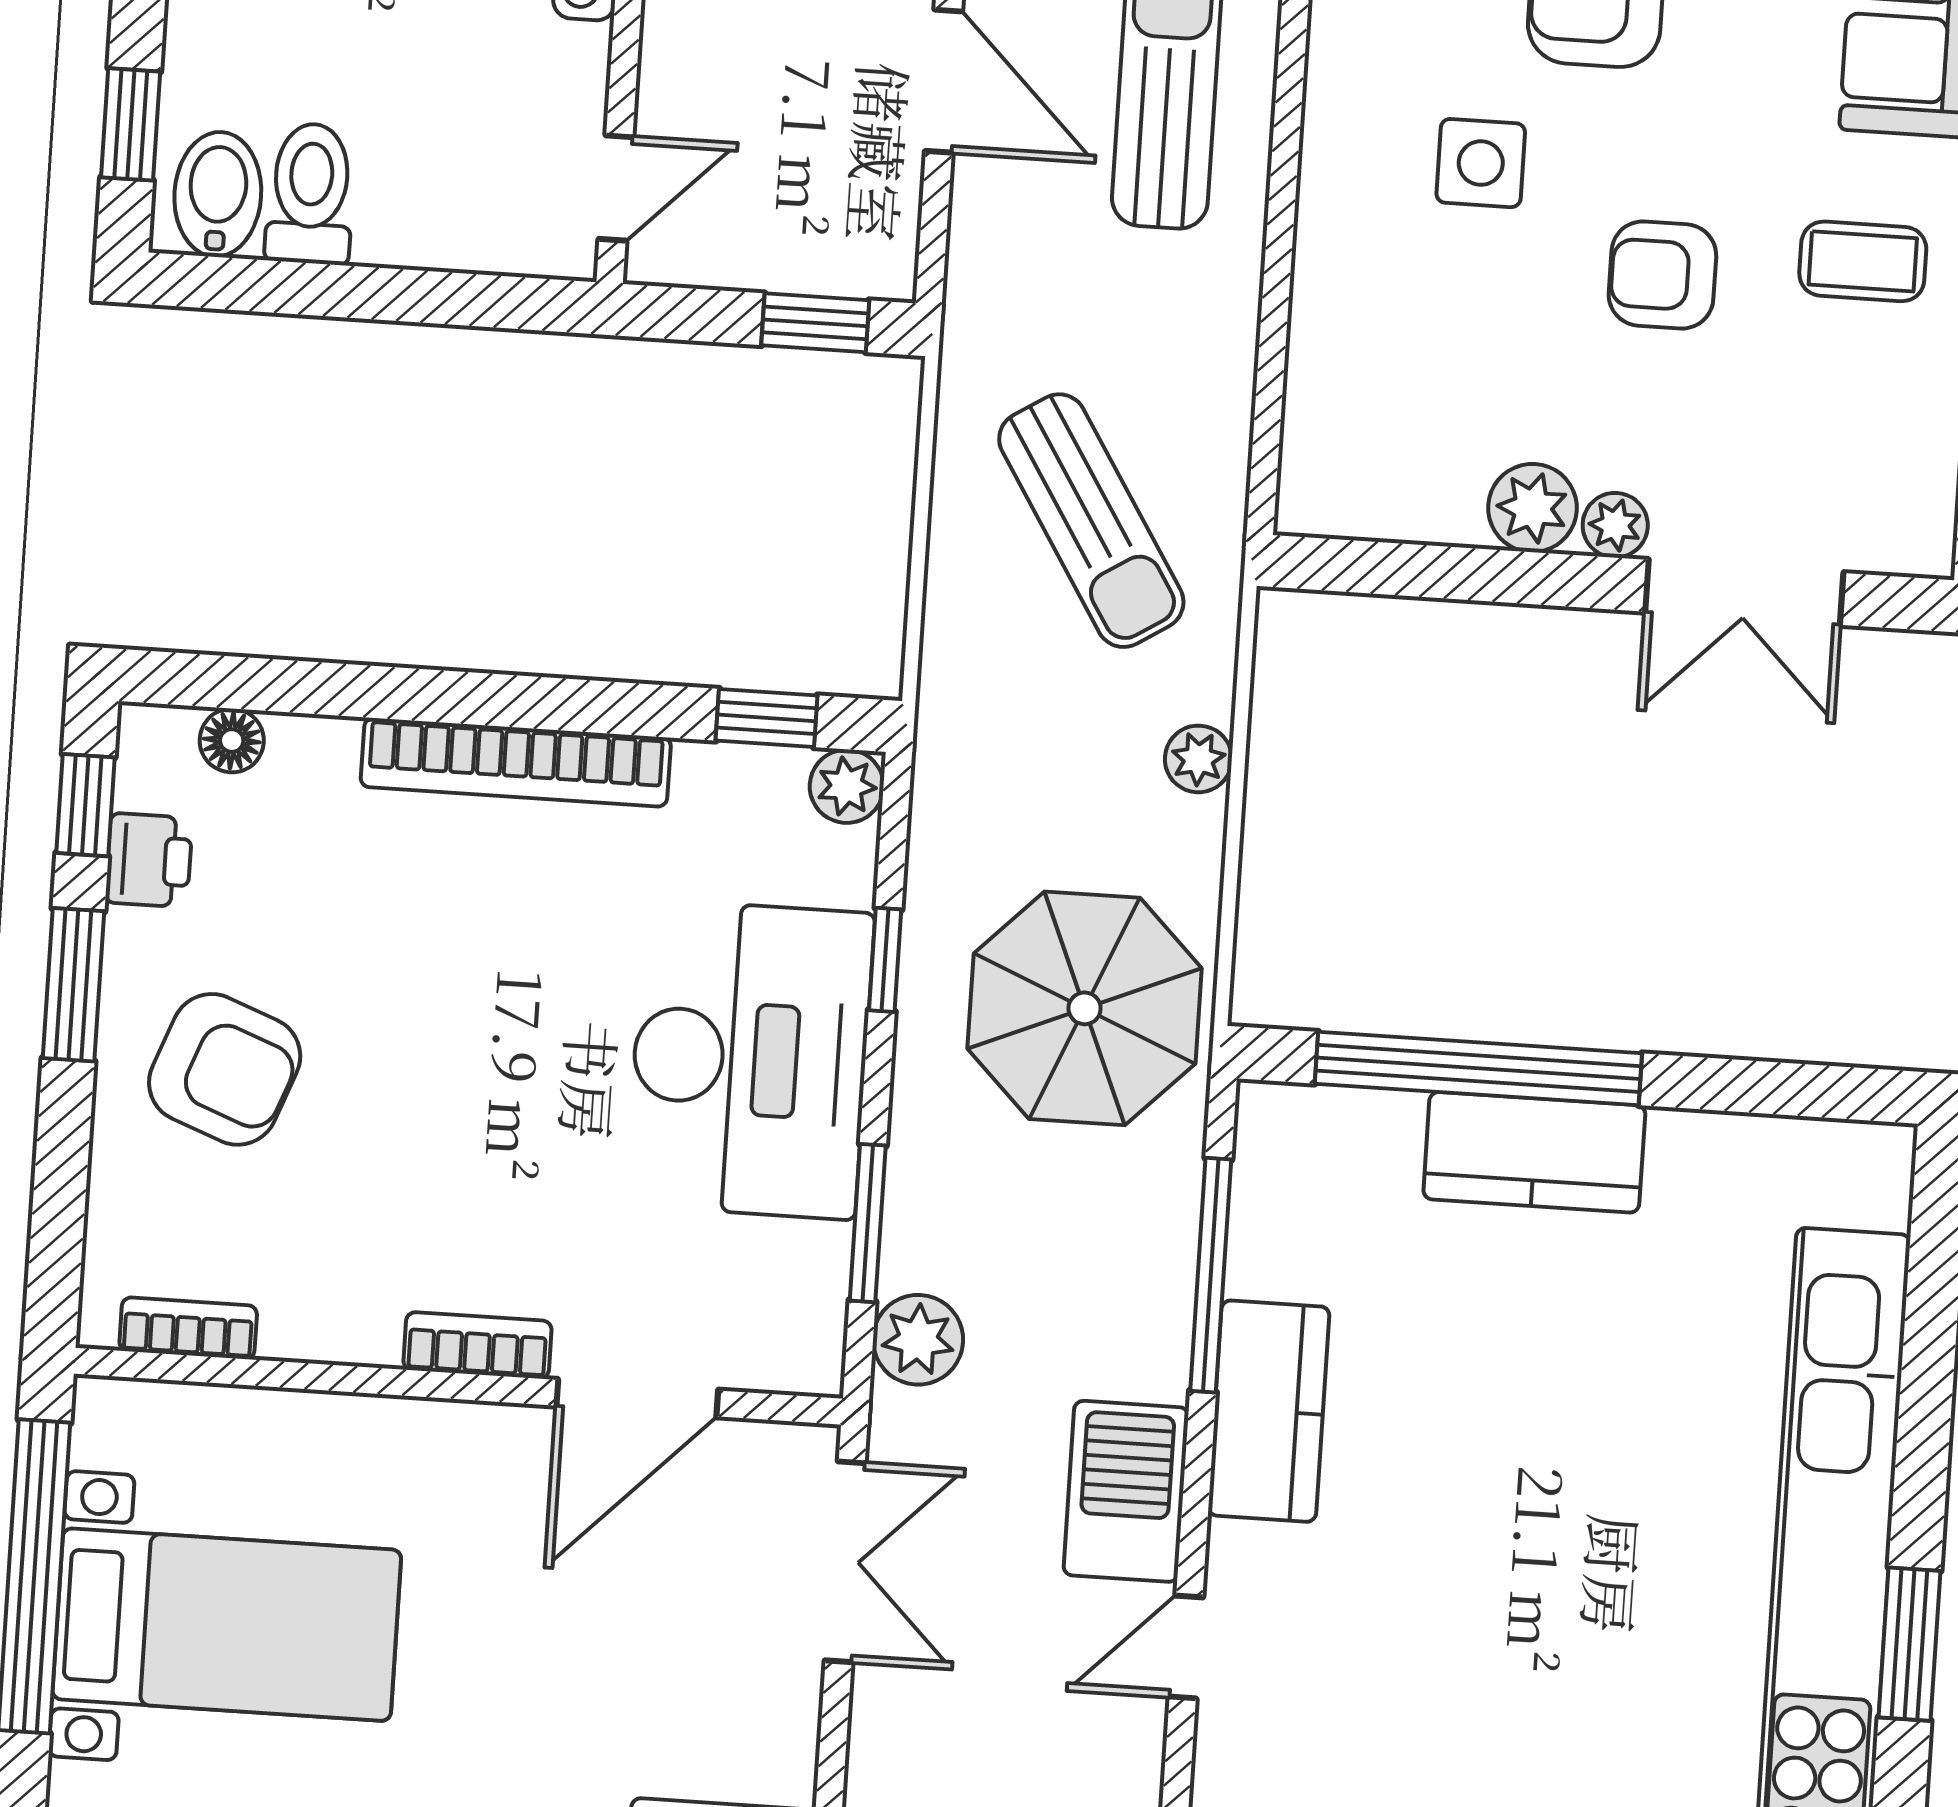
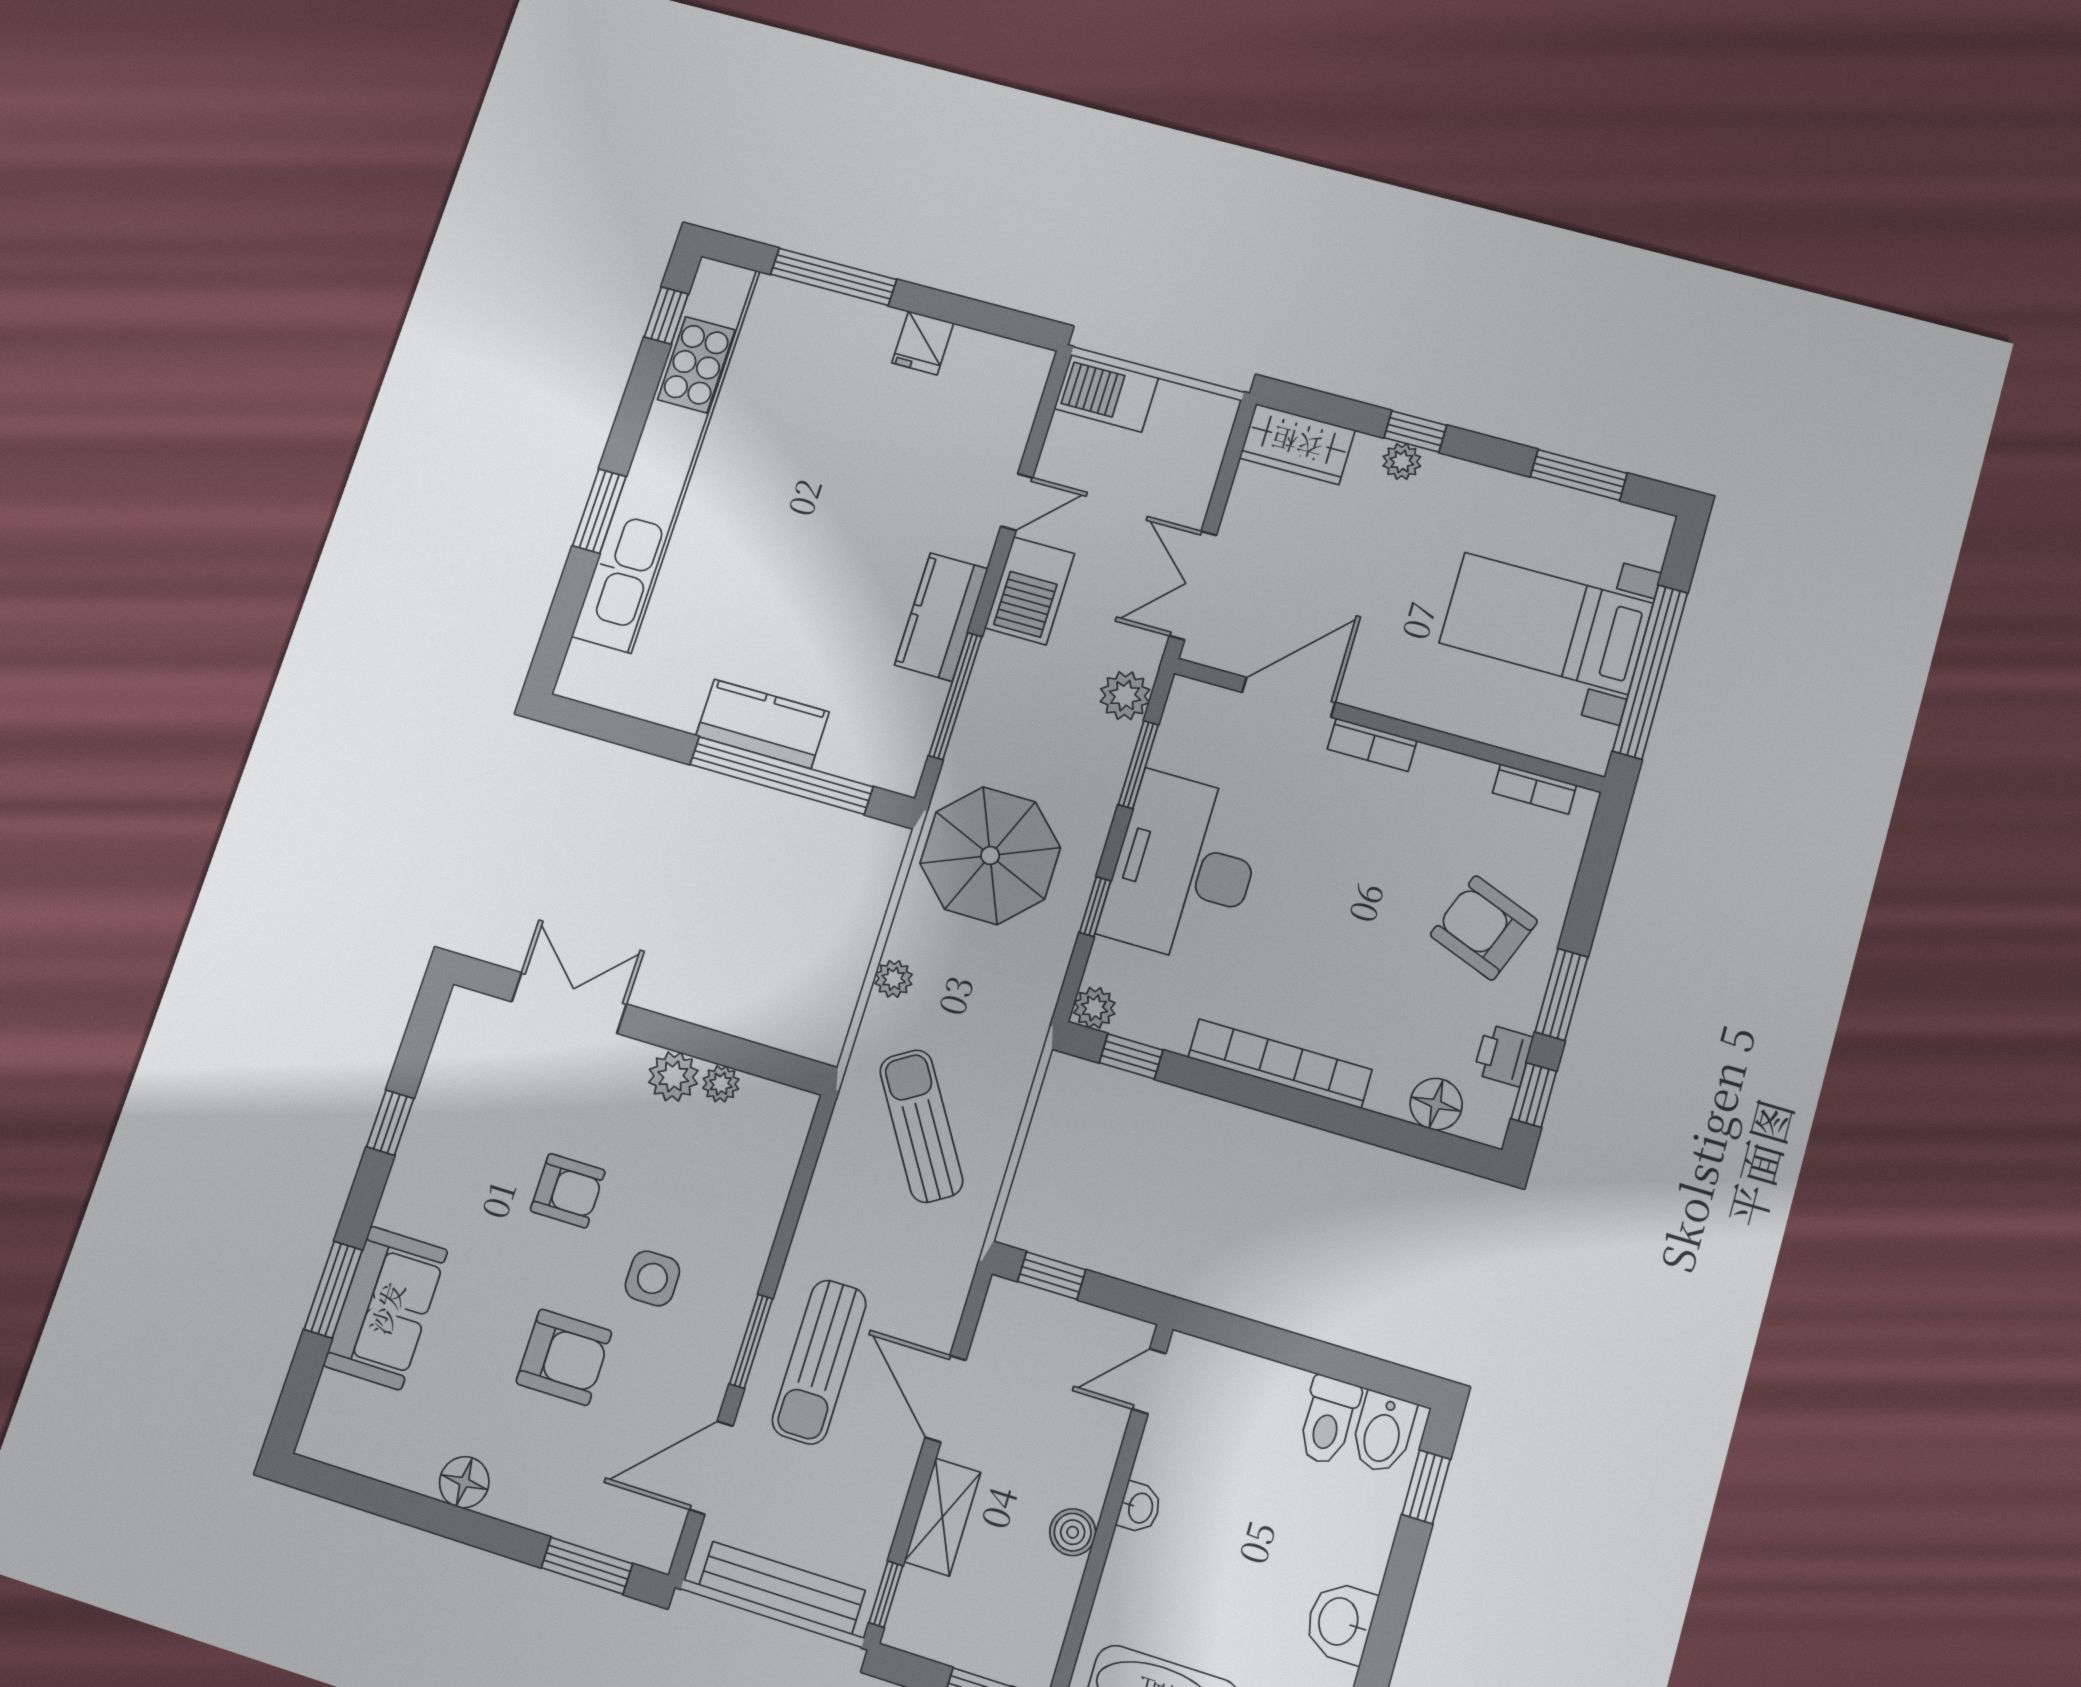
window: (1289, 99) -> (751, 1341), added
coffee table: (1863, 261) -> (455, 1172), removed
plant: (1615, 525) -> (721, 1084), moved
floor lamp: (232, 741) -> (1436, 1104), width x1.37, depth x1.37
window: (1910, 1644) -> (599, 511), moved

